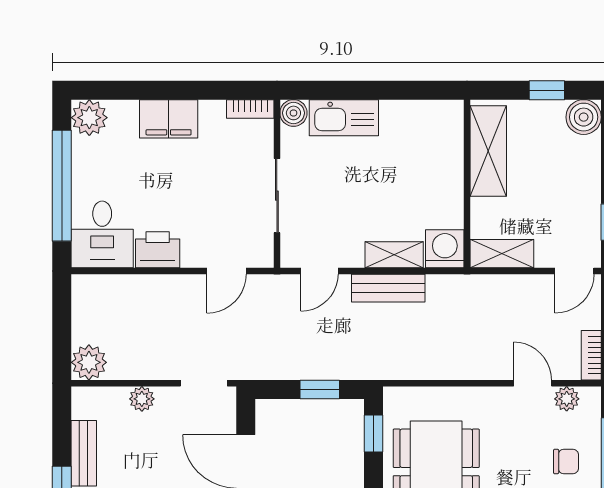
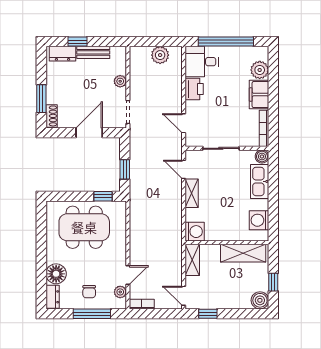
bookcase: (250, 109) -> (264, 128), width x1.56
plant: (89, 118) -> (260, 70), moved
washing machine: (422, 119) -> (259, 220), added
shelving: (394, 255) -> (192, 193), moved
bench: (388, 288) -> (175, 203), removed
plant: (89, 362) -> (160, 55), moved

